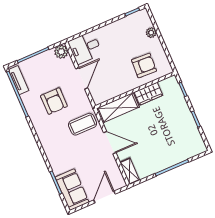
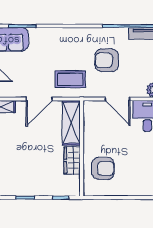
plant: (151, 33) -> (133, 190), removed
armchair: (144, 65) -> (103, 168), turned -93
coffee table: (83, 124) -> (70, 79), turned 90

